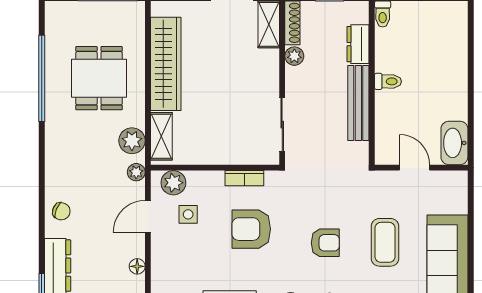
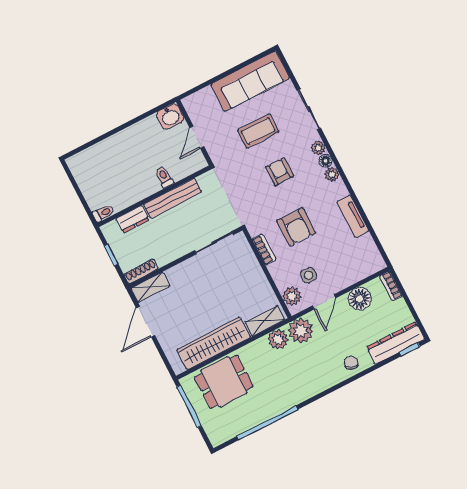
plant: (294, 56) -> (163, 258), removed
dining table: (99, 78) -> (224, 382), moved
toilet: (388, 81) -> (164, 177), moved
washbasin: (454, 143) -> (170, 116), width x0.72
plant: (136, 172) -> (301, 331), width x1.88, depth x1.88
door: (148, 216) -> (324, 302), hinge flipped
floor lamp: (137, 266) -> (360, 299), width x1.89, depth x1.89

